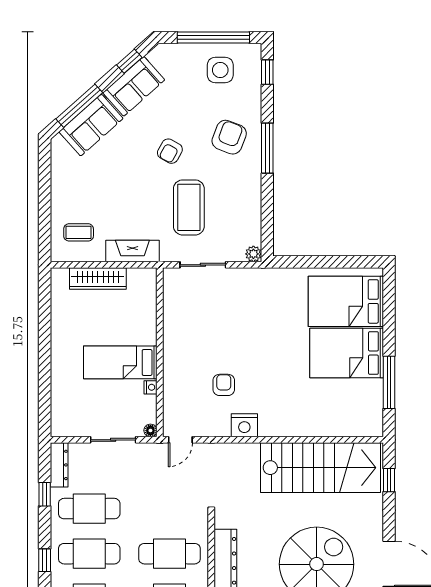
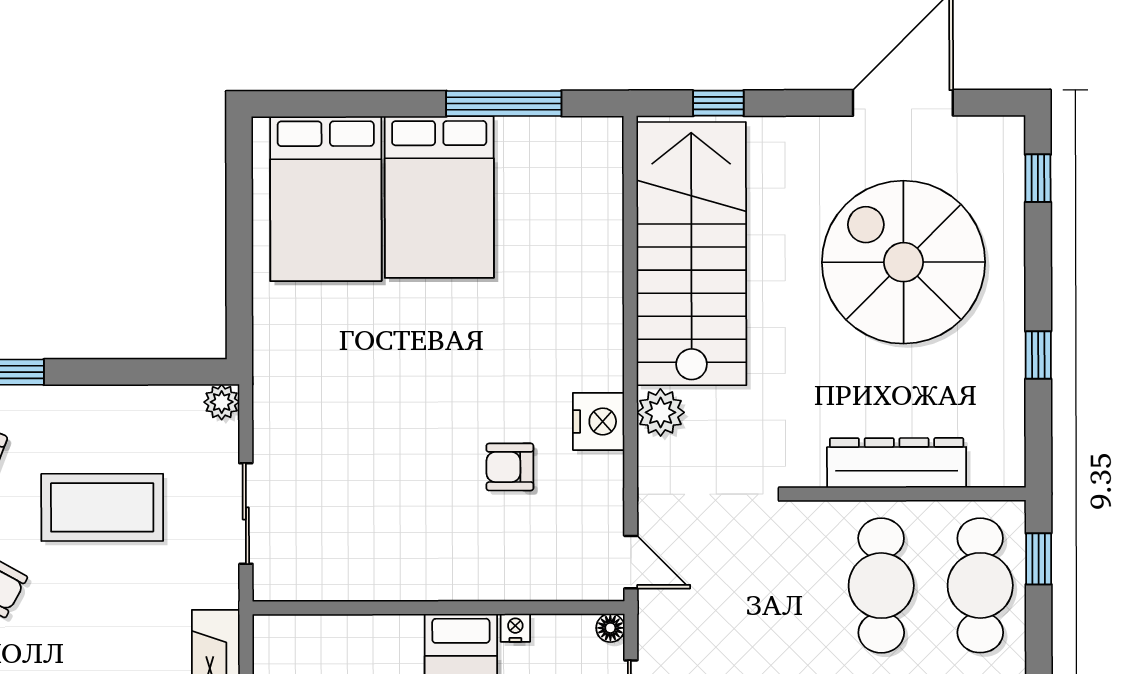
coffee table: (189, 207) -> (102, 507), moved
plant: (248, 453) -> (661, 412), added

